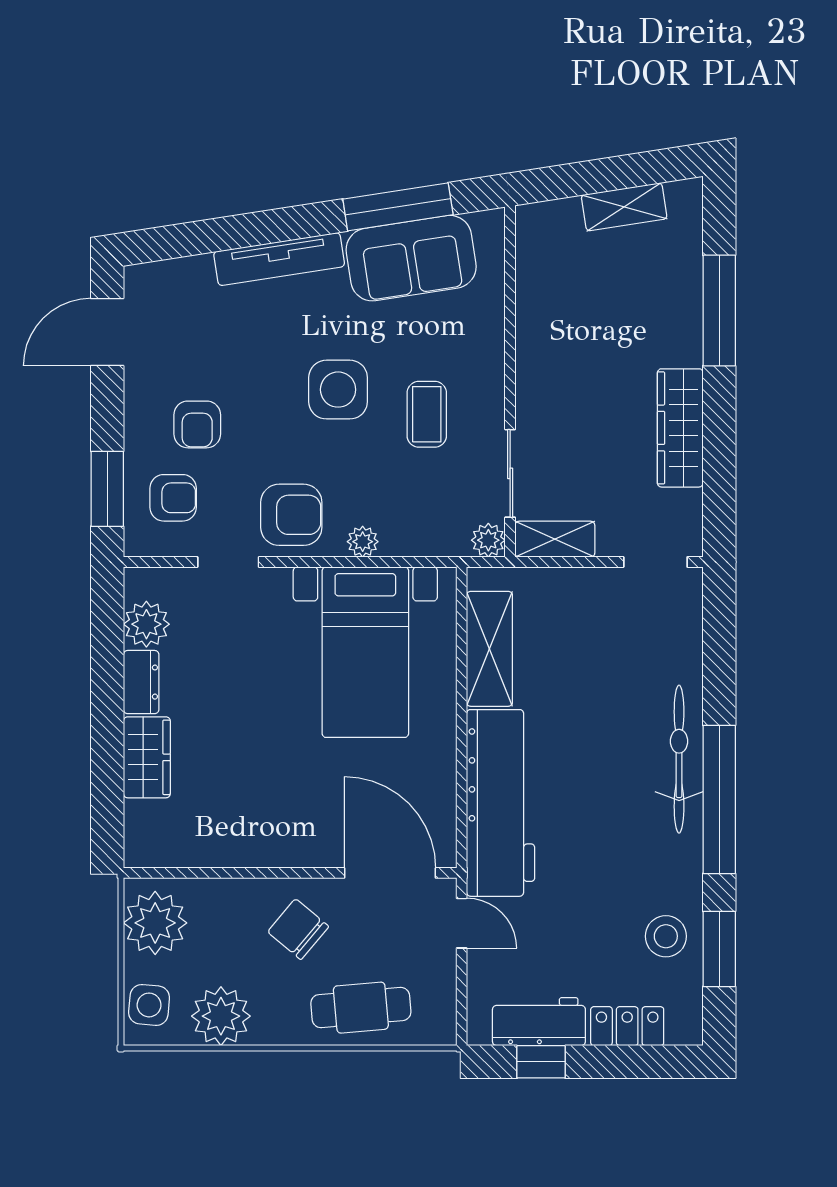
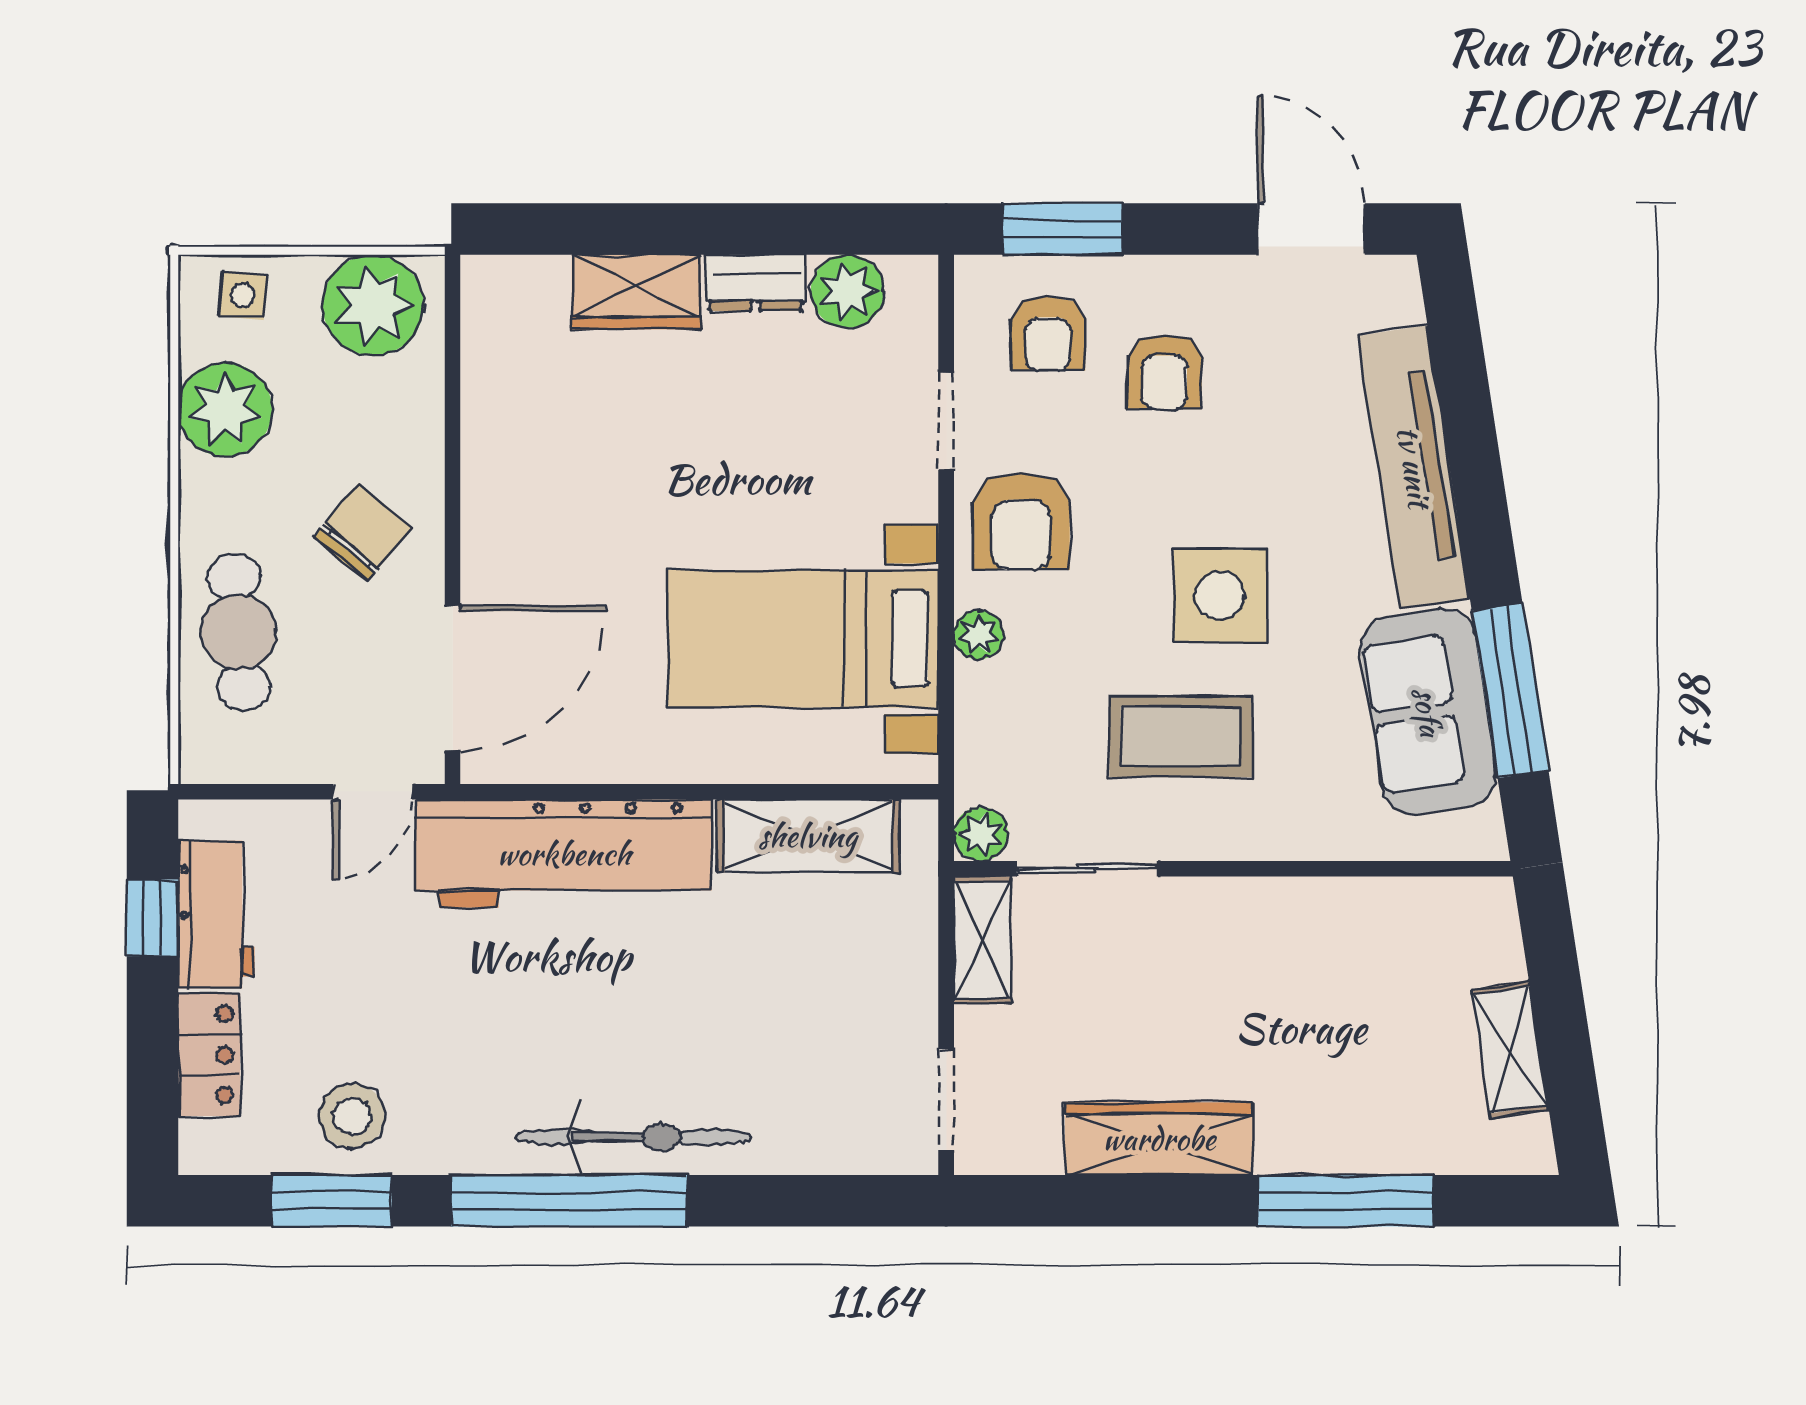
tv unit: (279, 259) -> (1414, 467), width x1.36, depth x1.29
coffee table: (427, 414) -> (1181, 736), width x1.36, depth x1.30
armchair: (197, 424) -> (1165, 372), turned -90
side table: (149, 1005) -> (243, 295), width x0.73, depth x0.73

